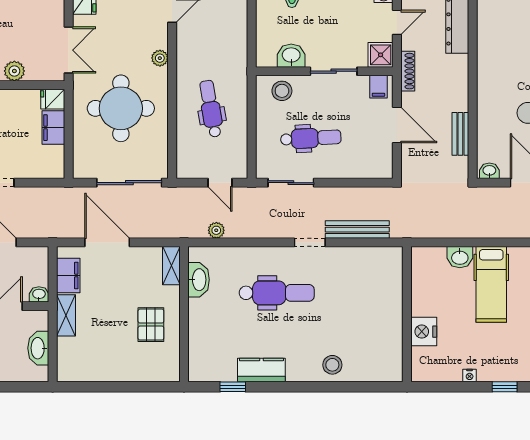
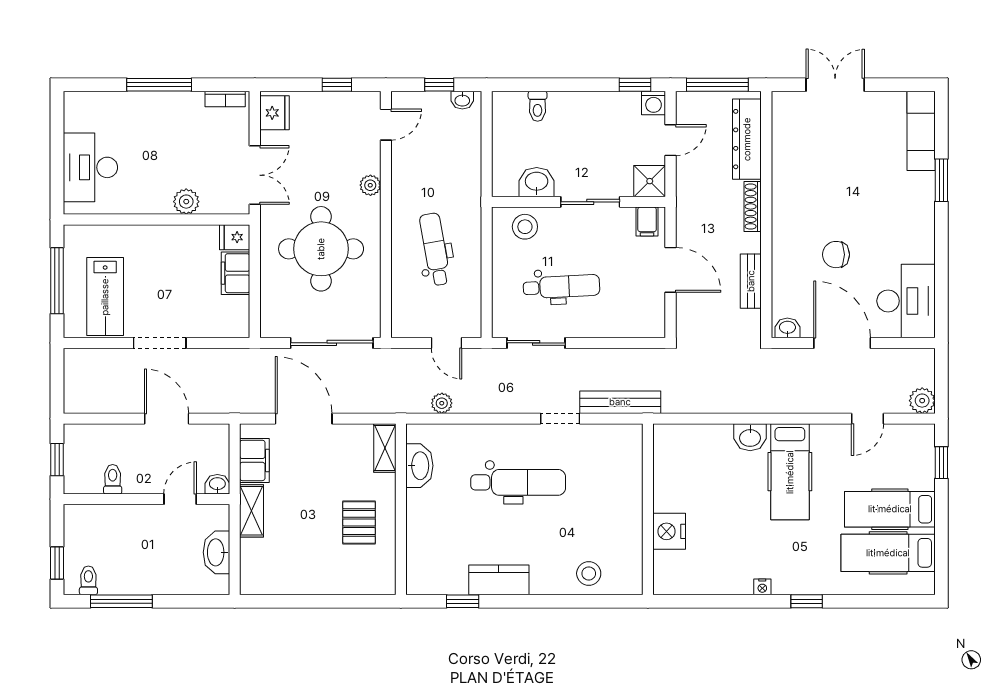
shoe rack: (408, 71) -> (753, 206), moved, turned 180
wall: (407, 314) -> (648, 509), moved
nightstand: (424, 332) -> (669, 531), moved

